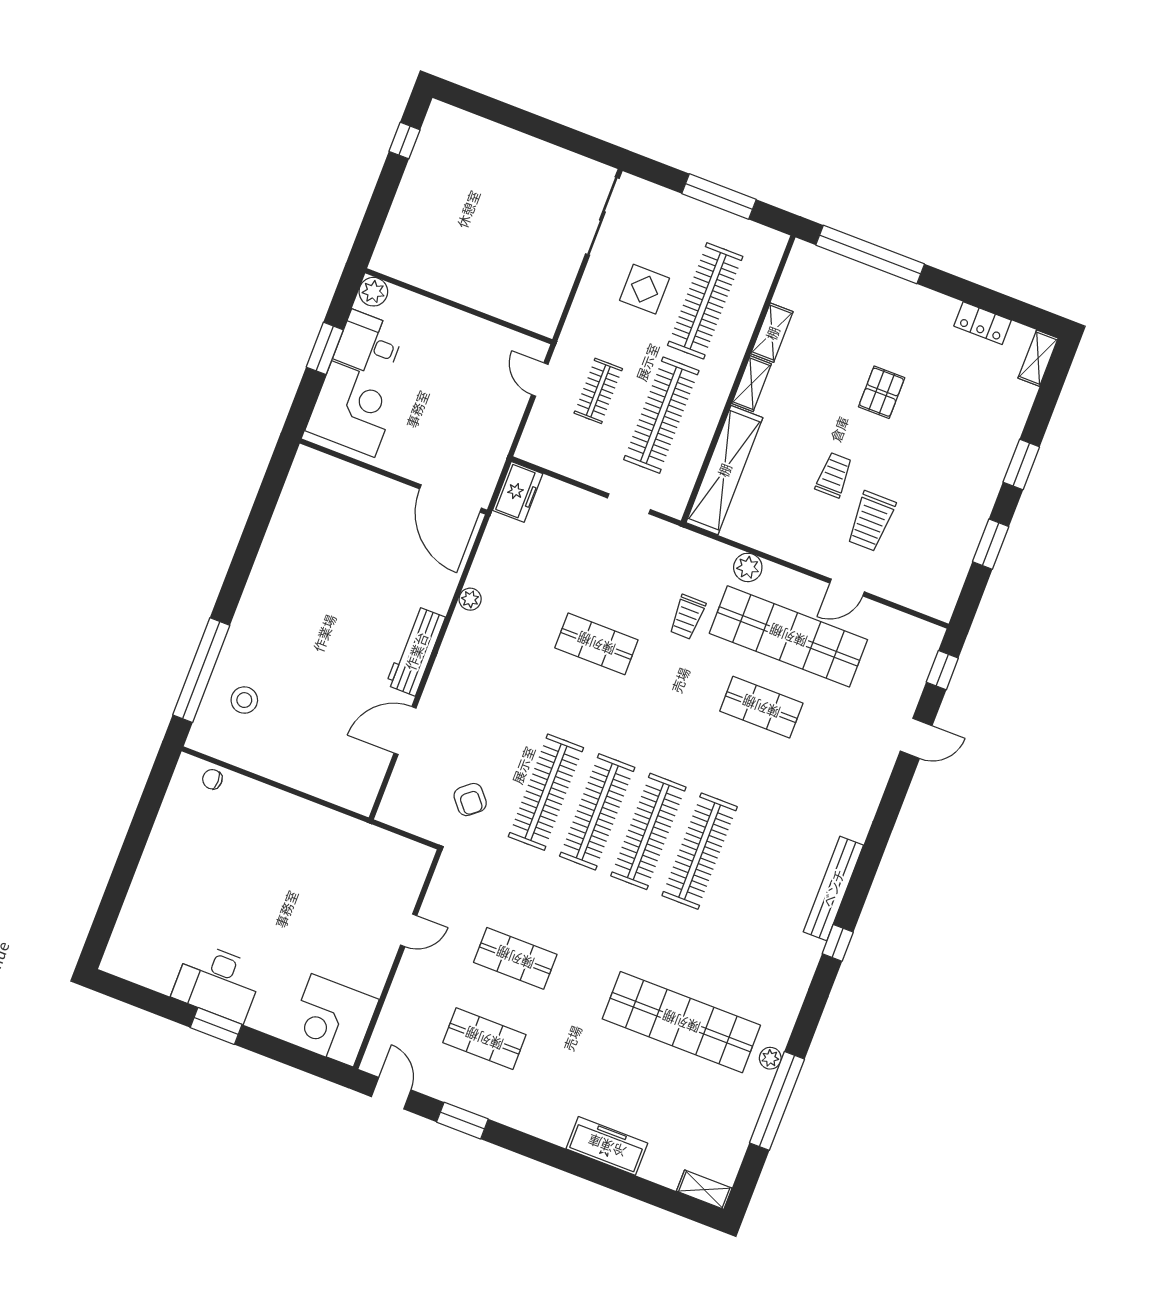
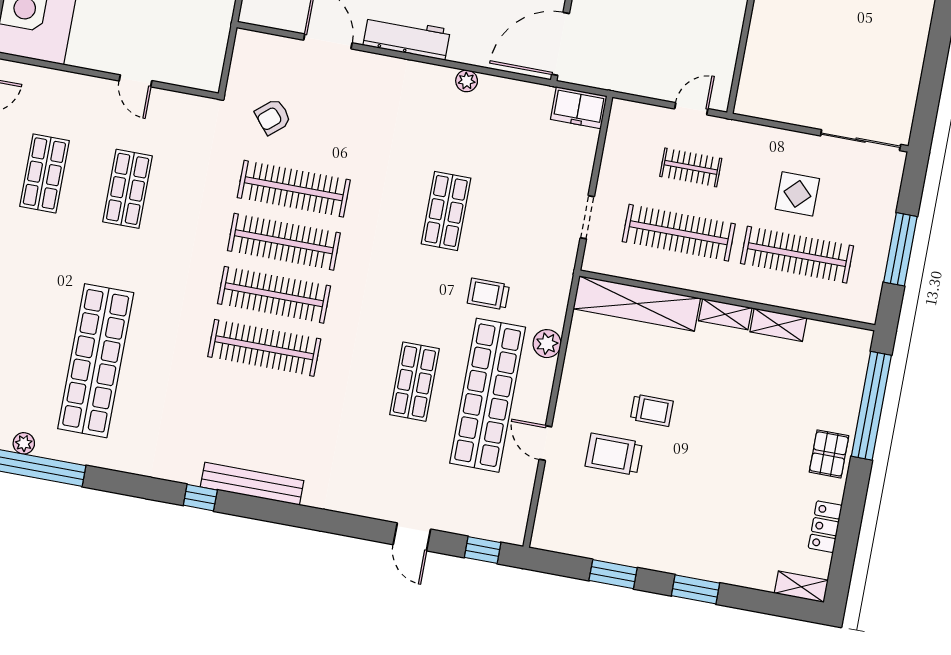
pallet: (882, 392) -> (829, 454), moved, turned 90
plant: (770, 1058) -> (24, 443), moved

